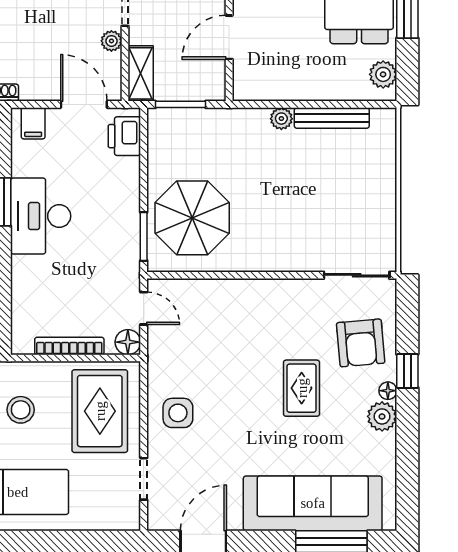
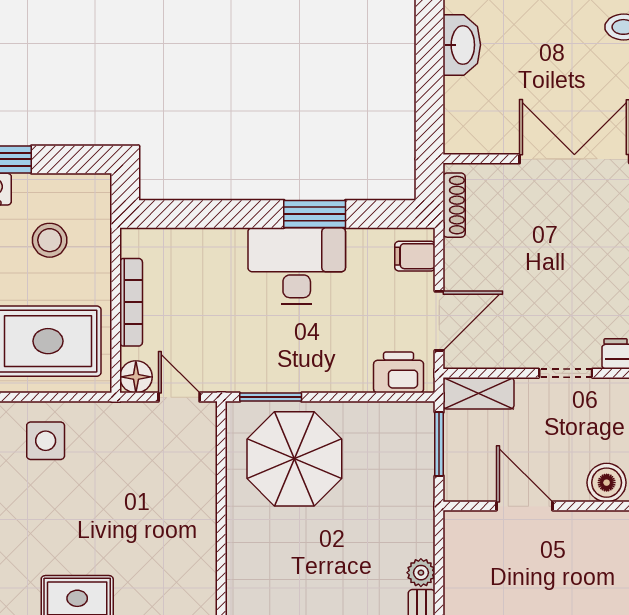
plant: (111, 41) -> (520, 356), removed
door: (144, 308) -> (179, 397), swing flipped

